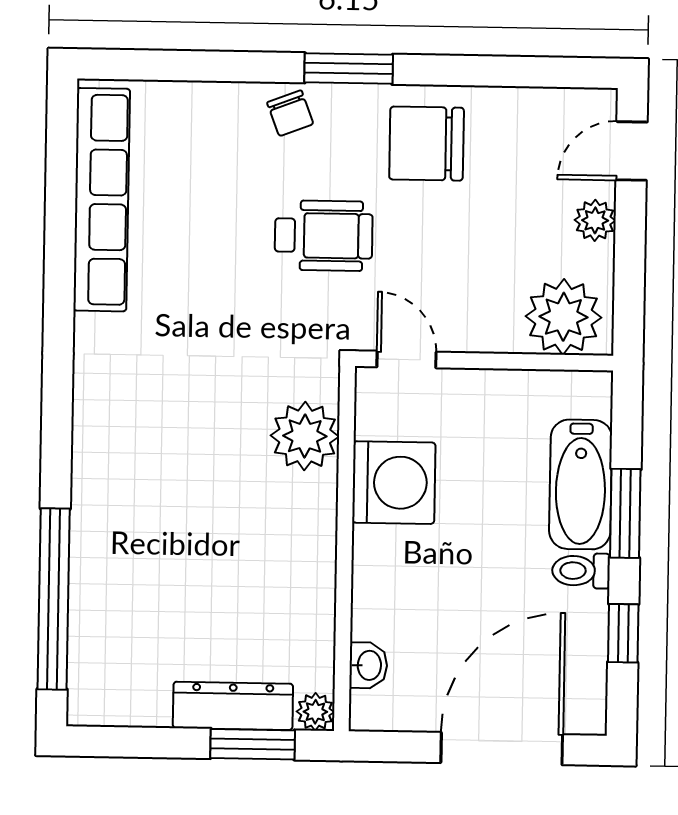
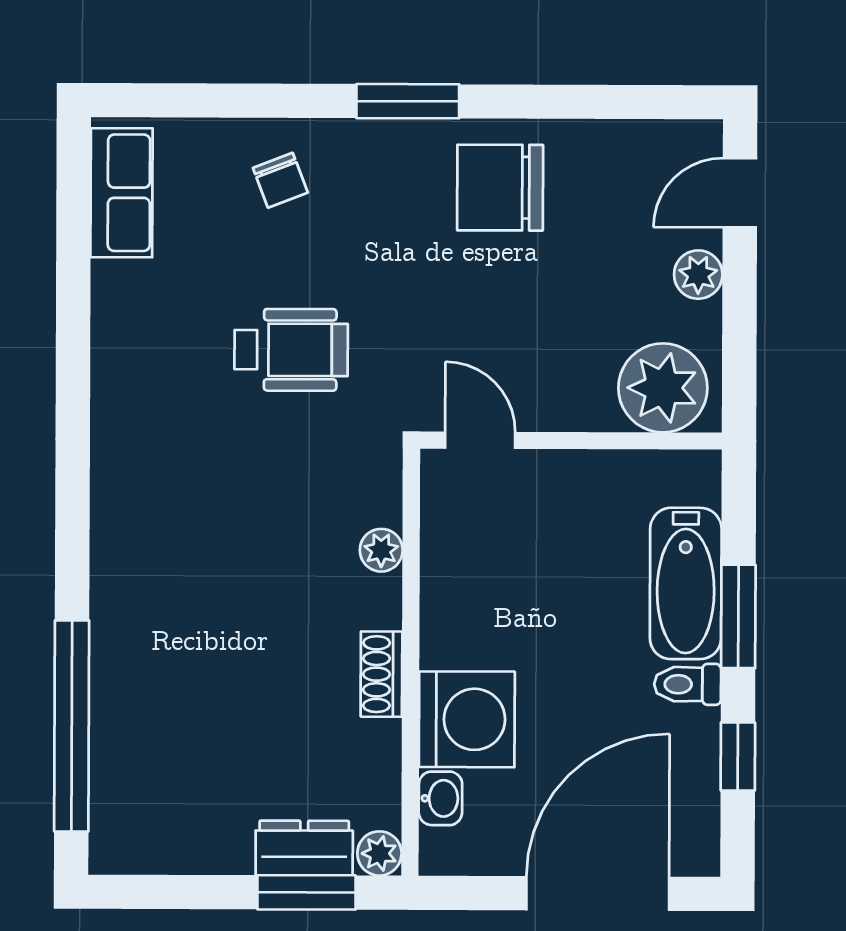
chair: (290, 113) -> (280, 180), moved
row of seats: (102, 200) -> (122, 193), width x0.50
wheelchair: (324, 236) -> (291, 350), moved
plant: (305, 436) -> (381, 550), width x0.53, depth x0.53
washing machine: (394, 483) -> (467, 719), moved
shoe rack: (319, 558) -> (381, 674), added
dresser: (233, 706) -> (304, 848), width x0.70

